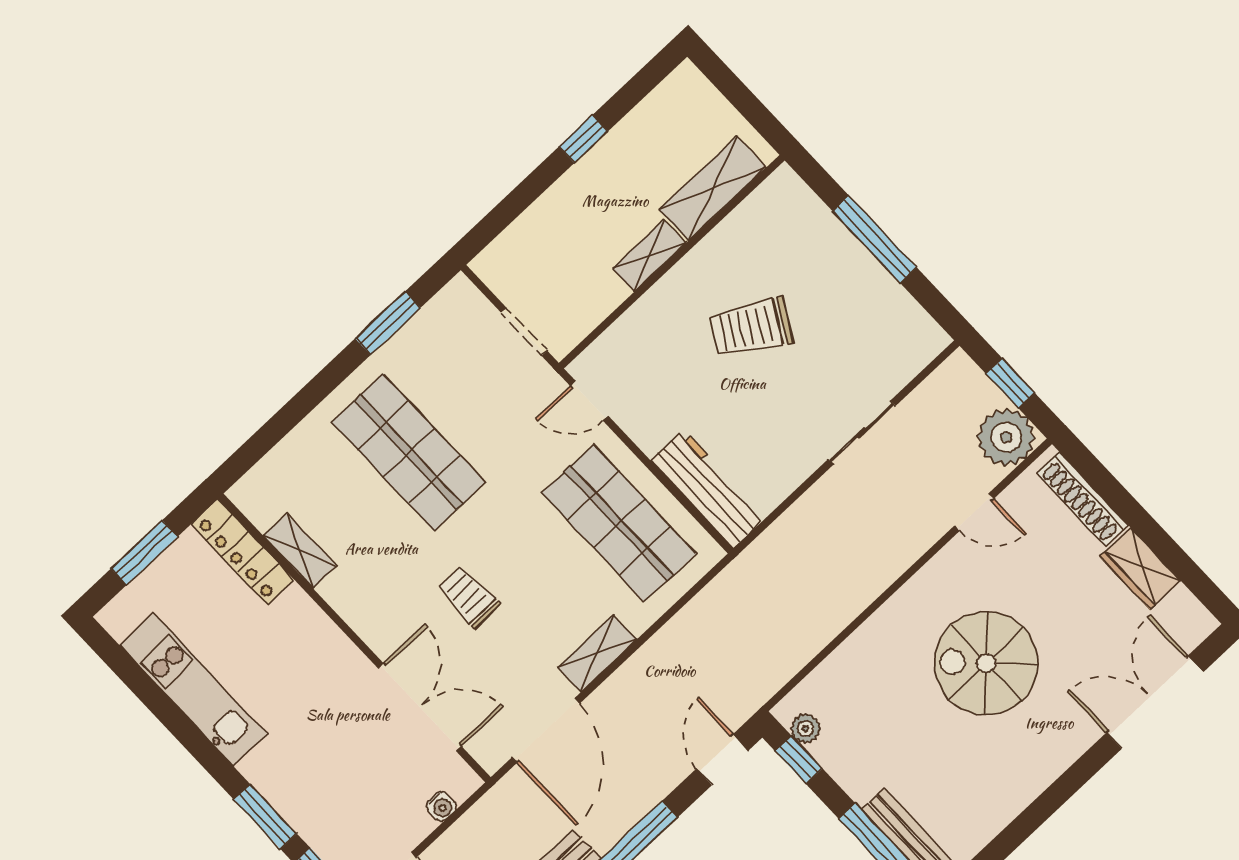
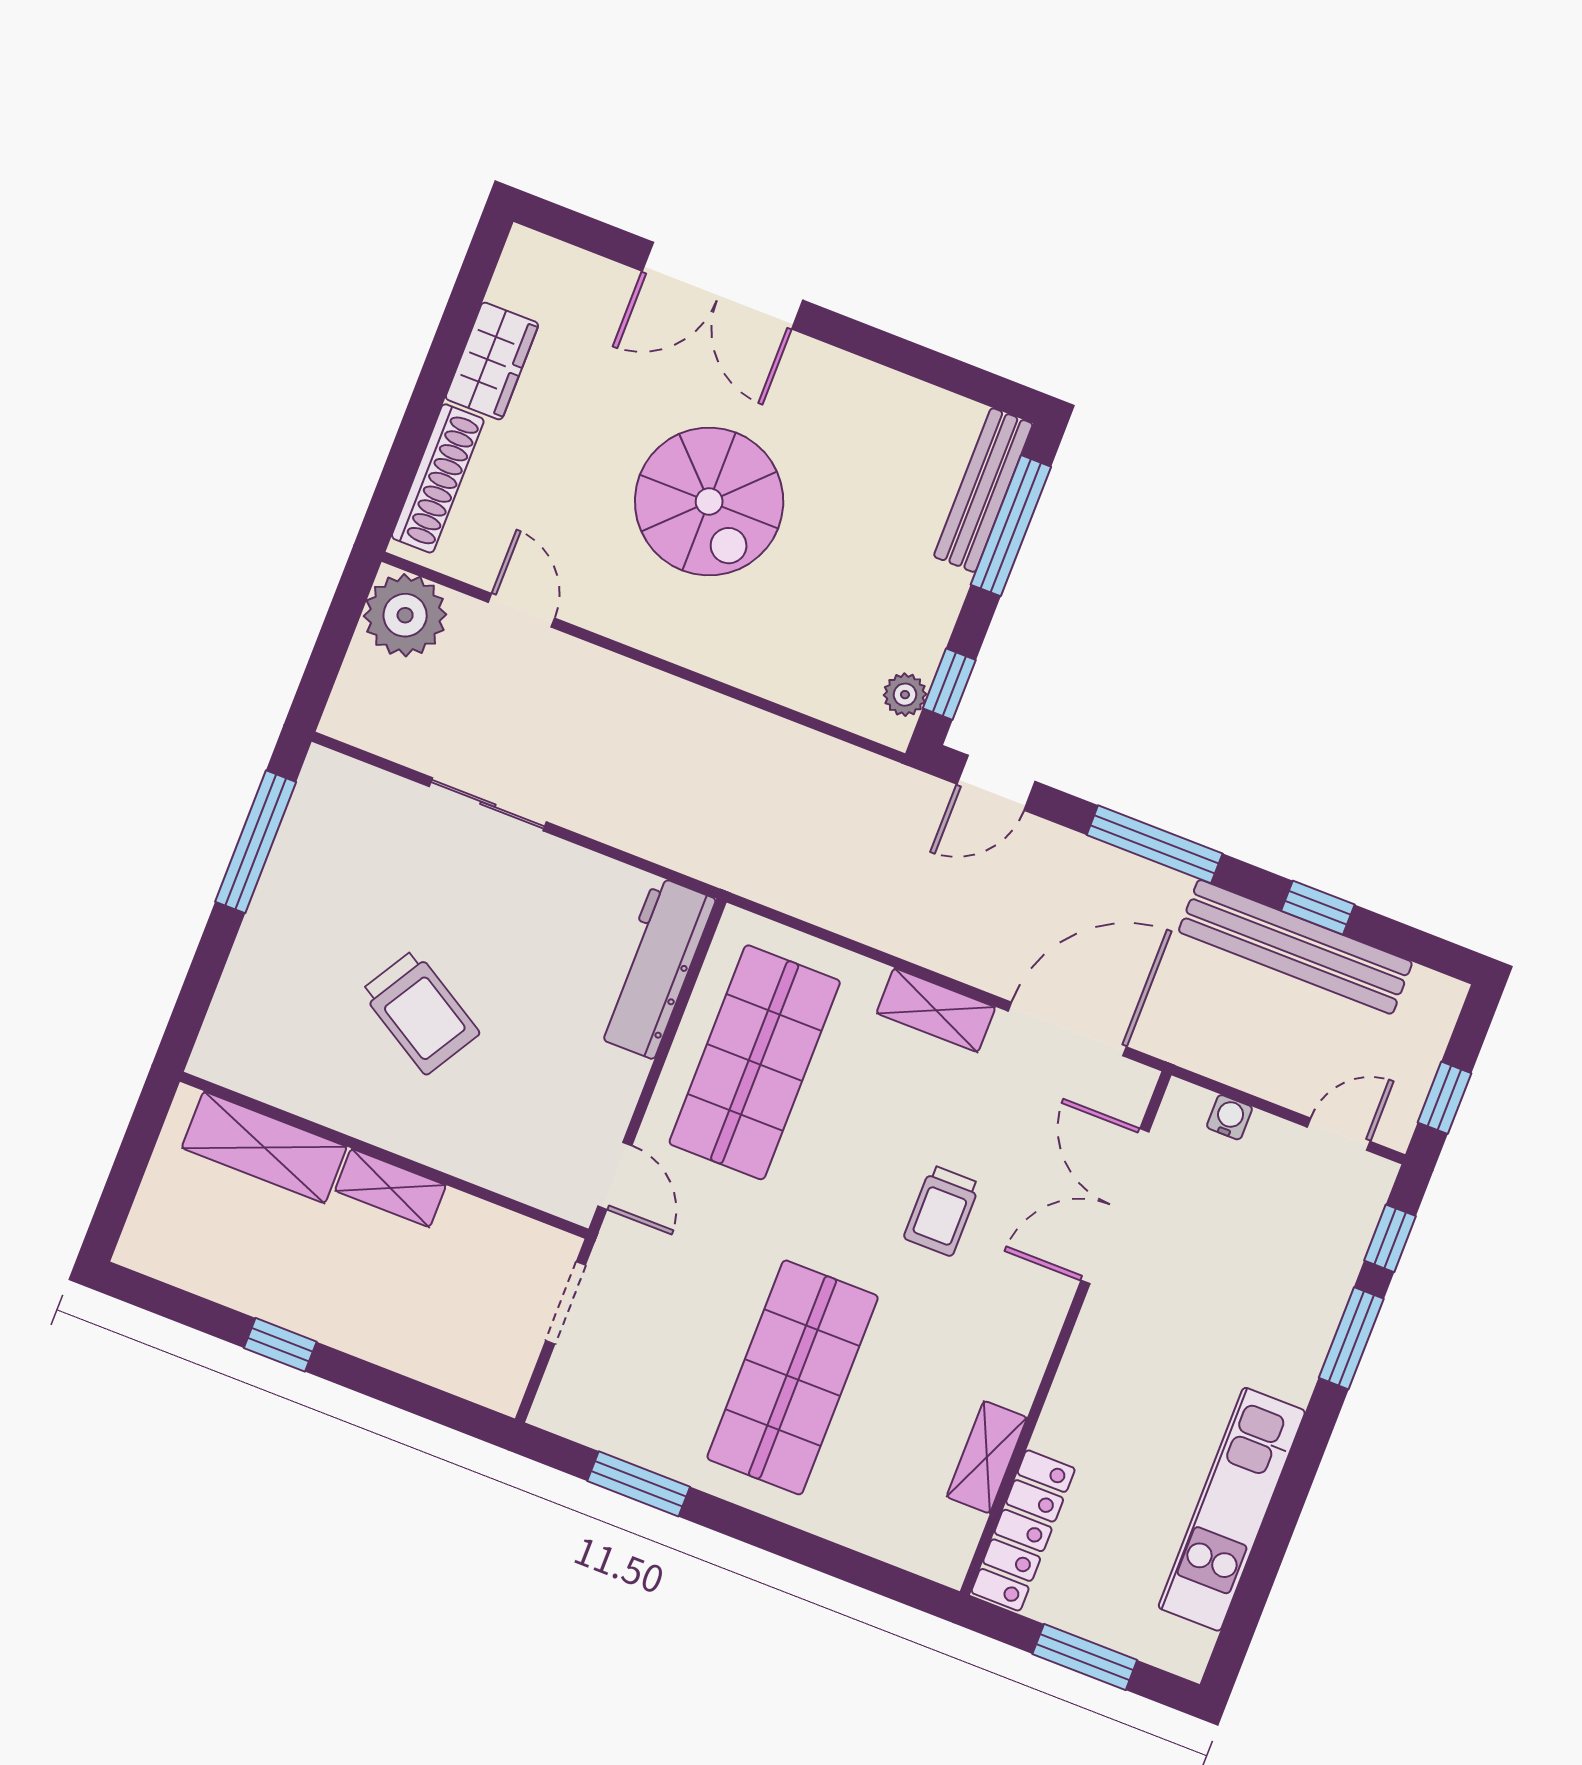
window: (875, 239) -> (256, 842), moved
window: (1010, 383) -> (333, 643), removed
double door: (1155, 702) -> (722, 286), moved

